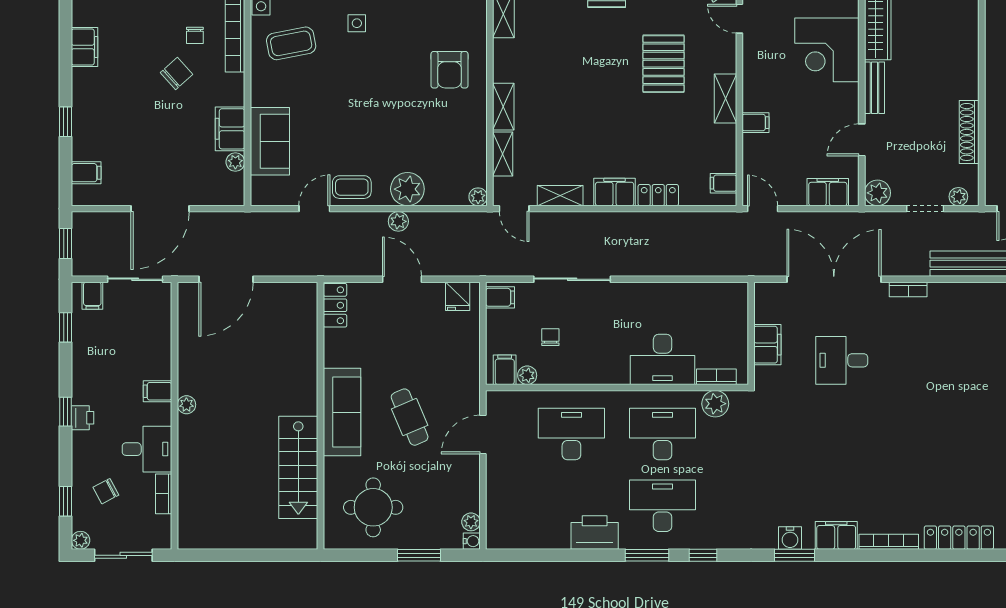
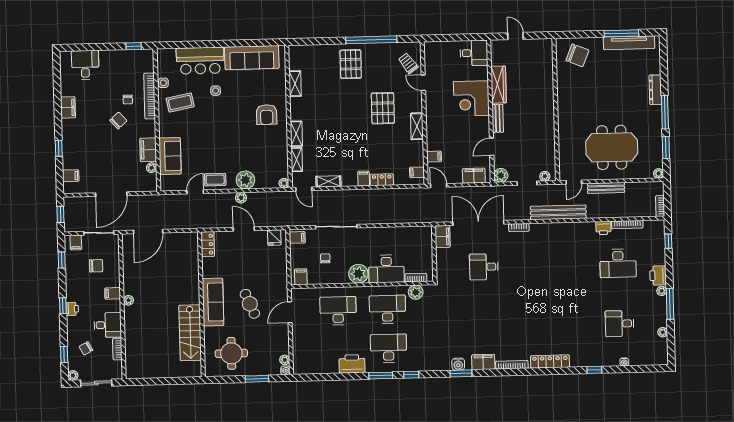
filing cabinet: (755, 123) -> (434, 157), moved
shoe rack: (969, 132) -> (550, 141), removed
filing cabinet: (615, 192) -> (364, 179), width x0.50
chair: (129, 340) -> (96, 266), added
filing cabinet: (767, 345) -> (443, 237), moved
plant: (527, 375) -> (358, 274), moved, width x1.87, depth x1.87

